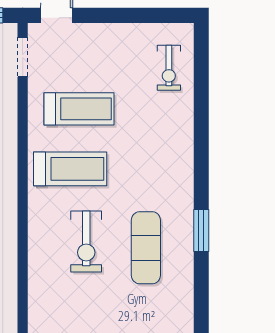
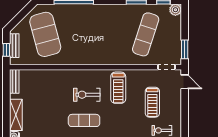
treadmill: (79, 109) -> (152, 102), moved

